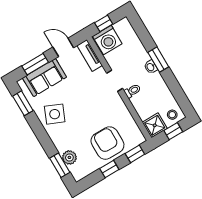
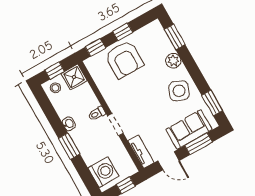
washing machine: (107, 40) -> (103, 172), moved, turned 90
washbasin: (151, 67) -> (69, 124), moved
plant: (69, 157) -> (173, 61), moved

